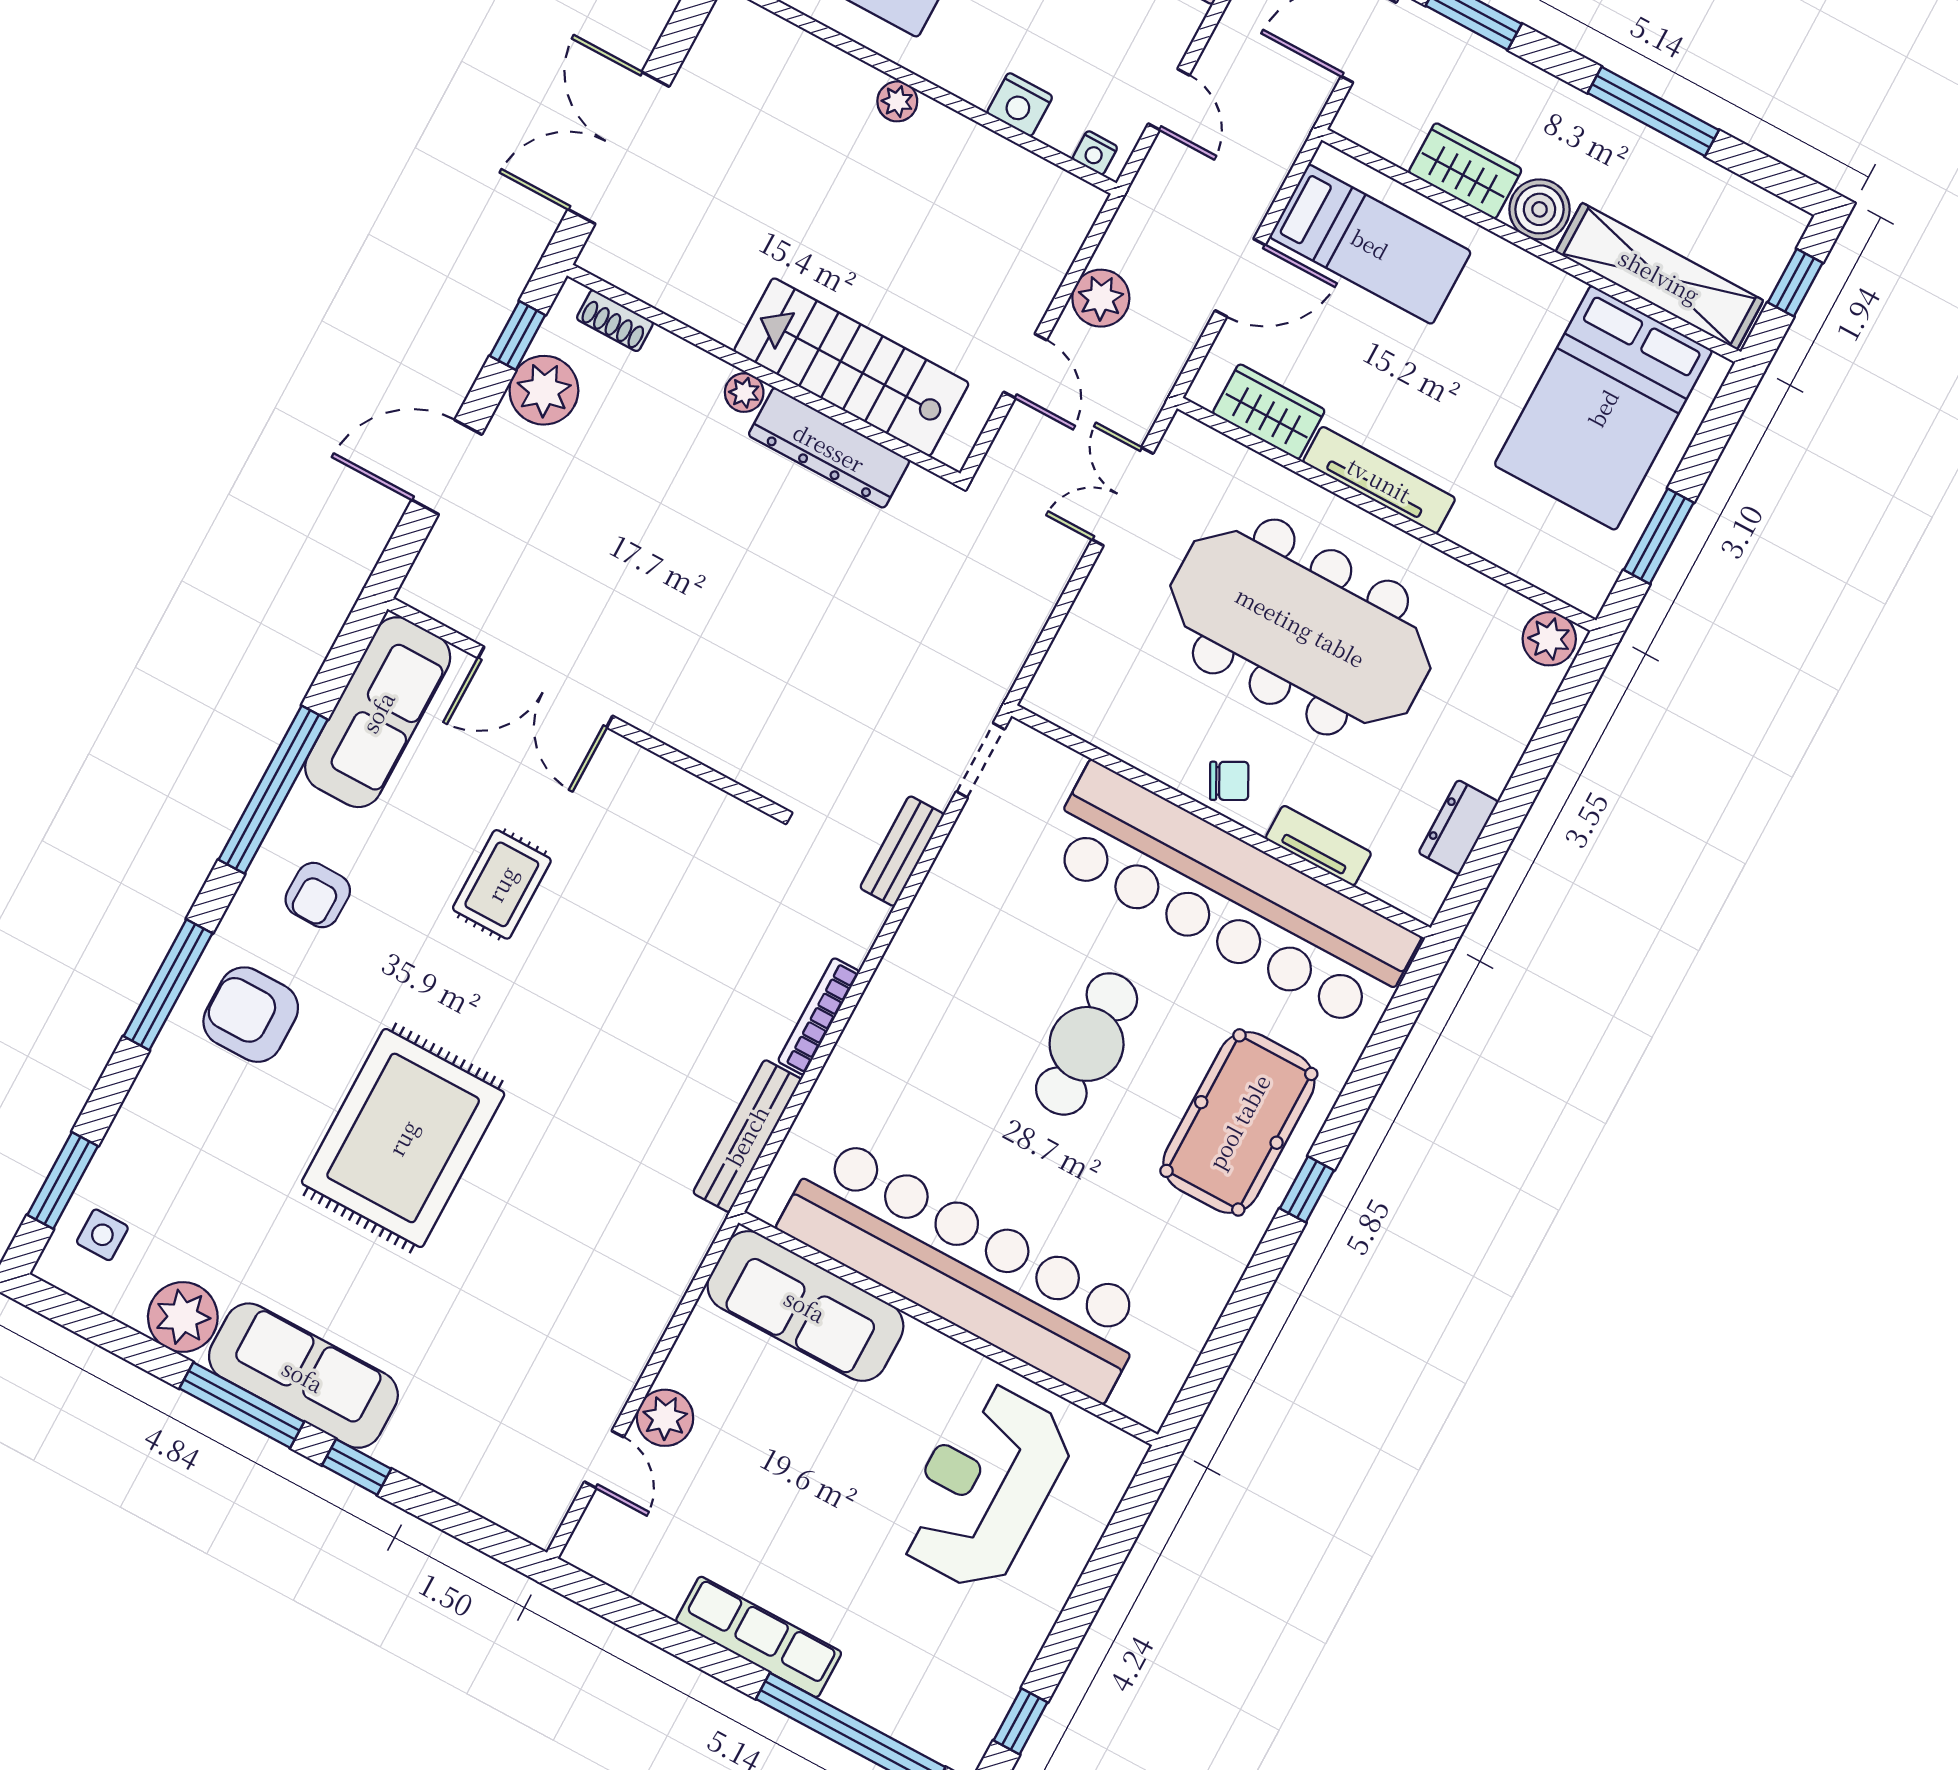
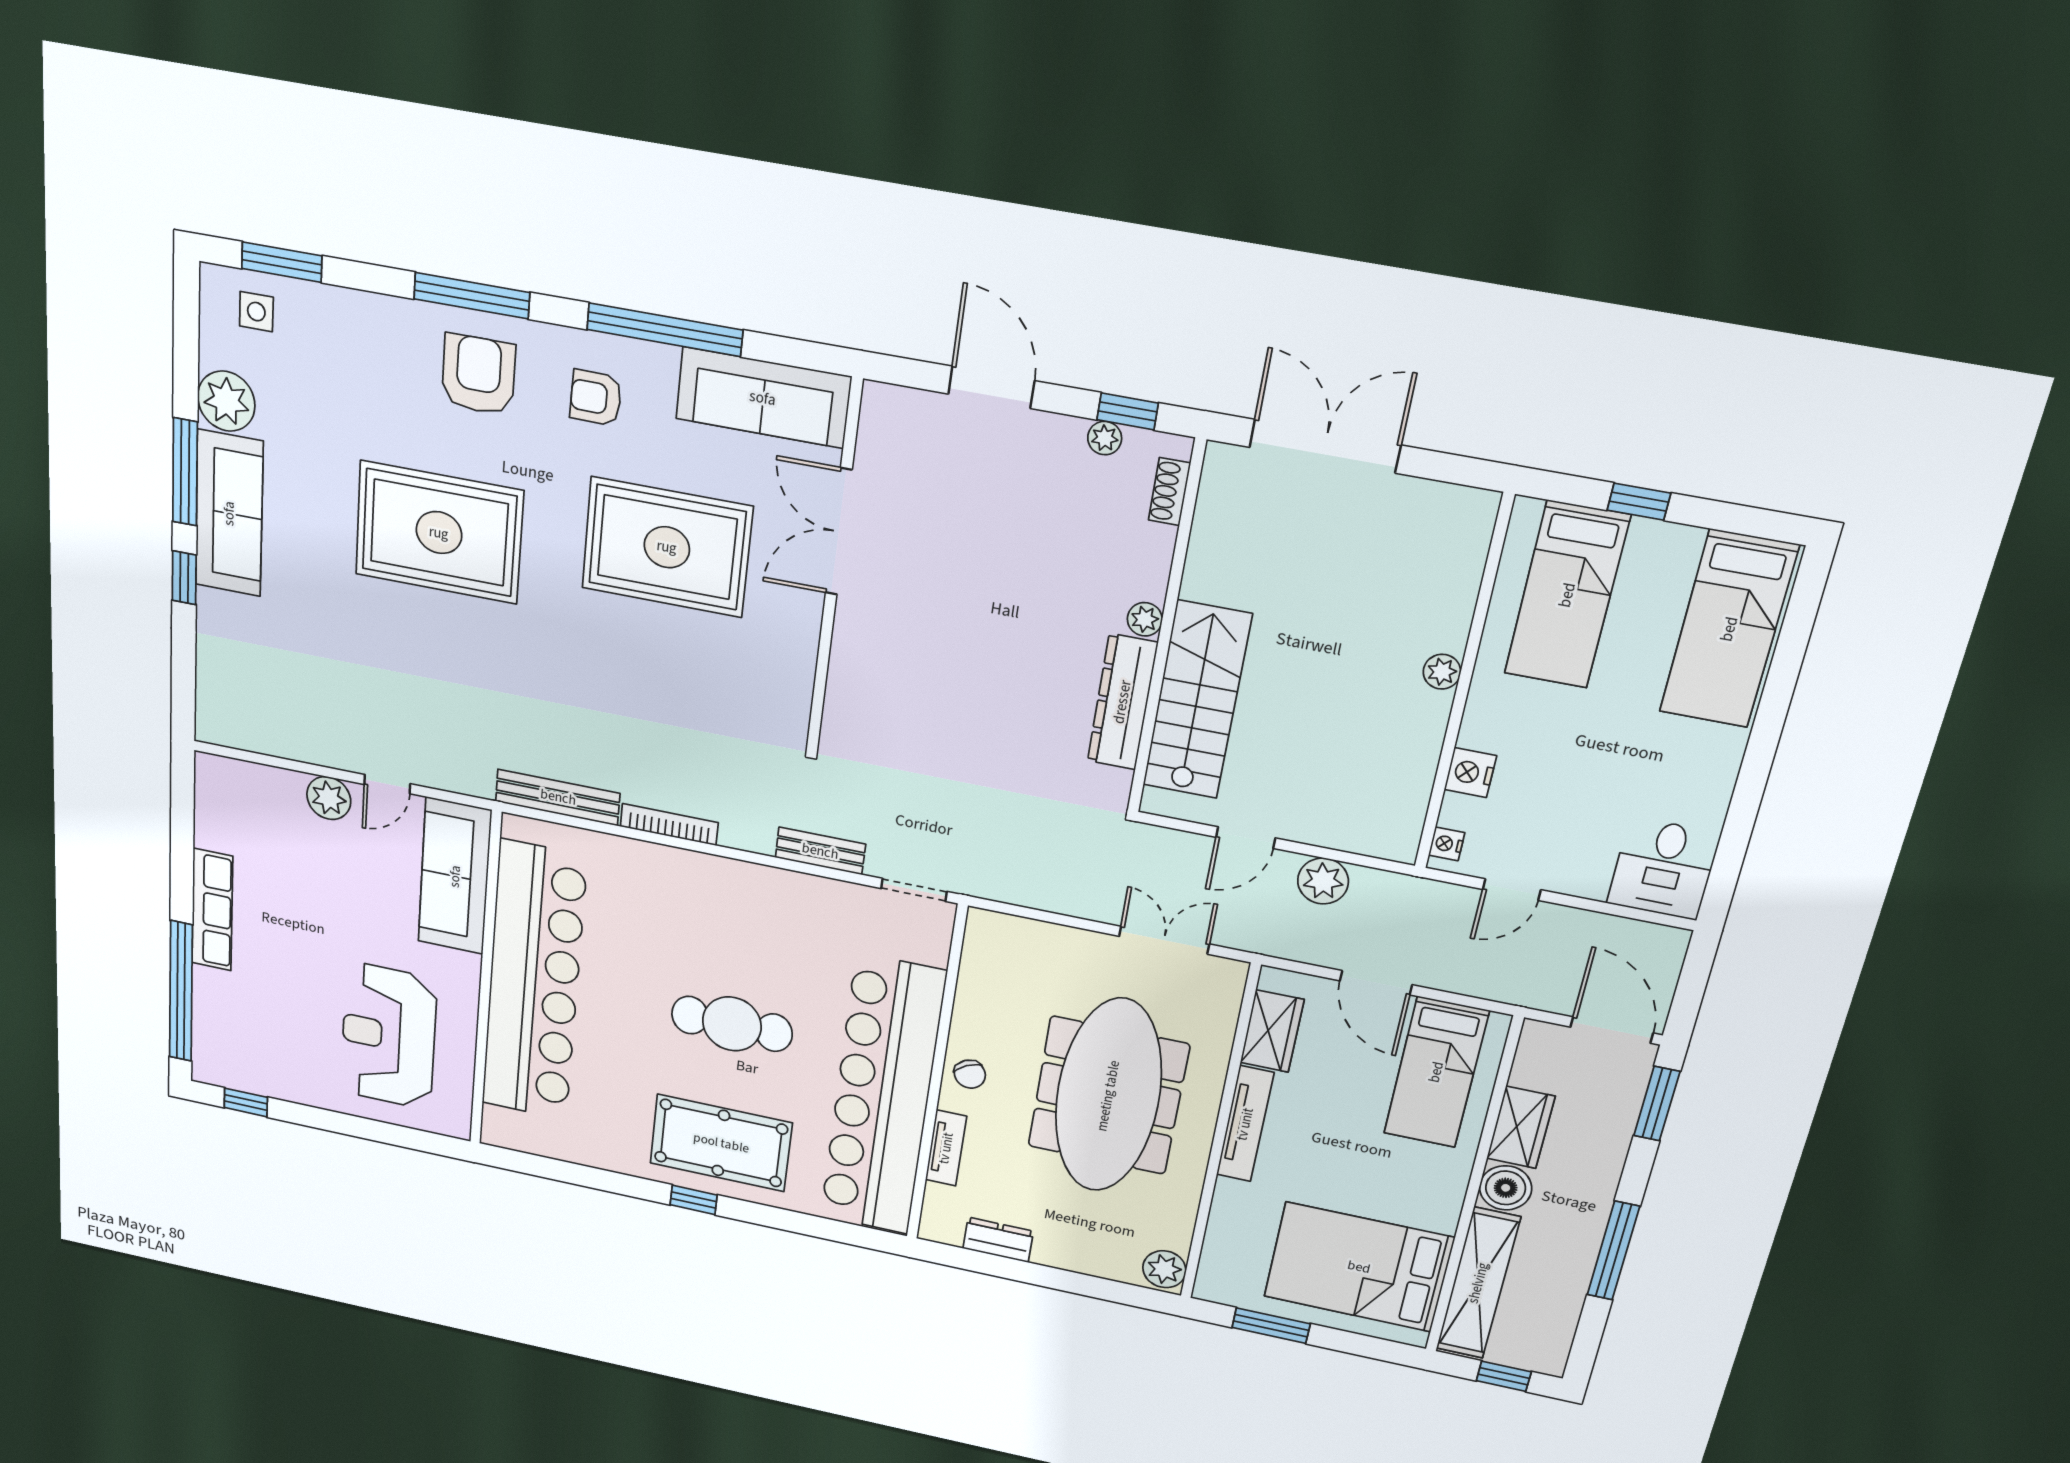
plant: (544, 390) -> (1105, 438), width x0.53, depth x0.53
rug: (502, 884) -> (667, 547), width x1.86, depth x2.06
door: (604, 1459) -> (387, 784), moved
reception desk: (984, 1487) -> (389, 1036), turned -90

